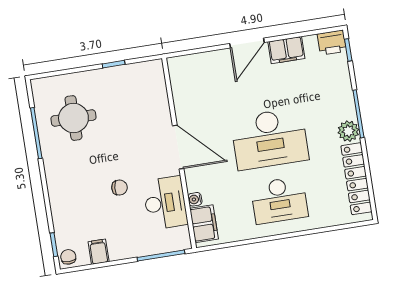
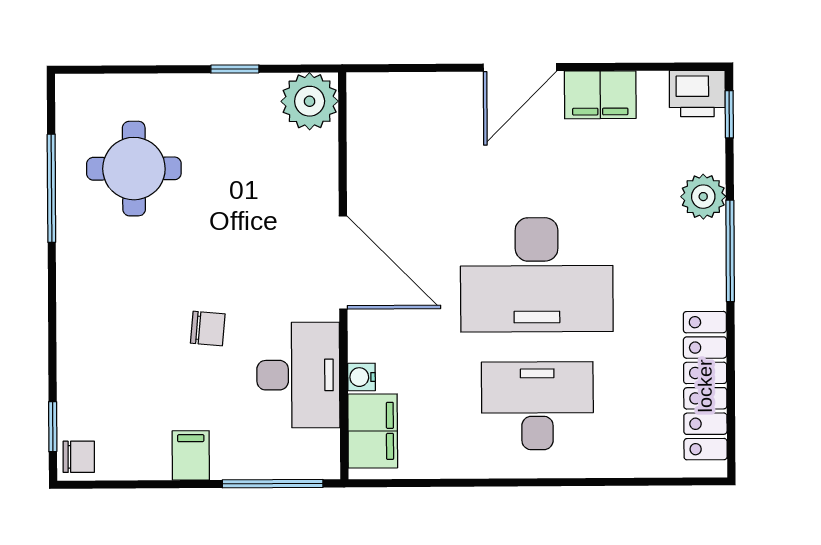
plant: (151, 74) -> (310, 101), added
plant: (348, 131) -> (703, 197), moved
desk: (279, 200) -> (537, 406), turned 180
filing cabinet: (99, 252) -> (191, 455), moved
chair: (68, 257) -> (79, 457), turned 90

